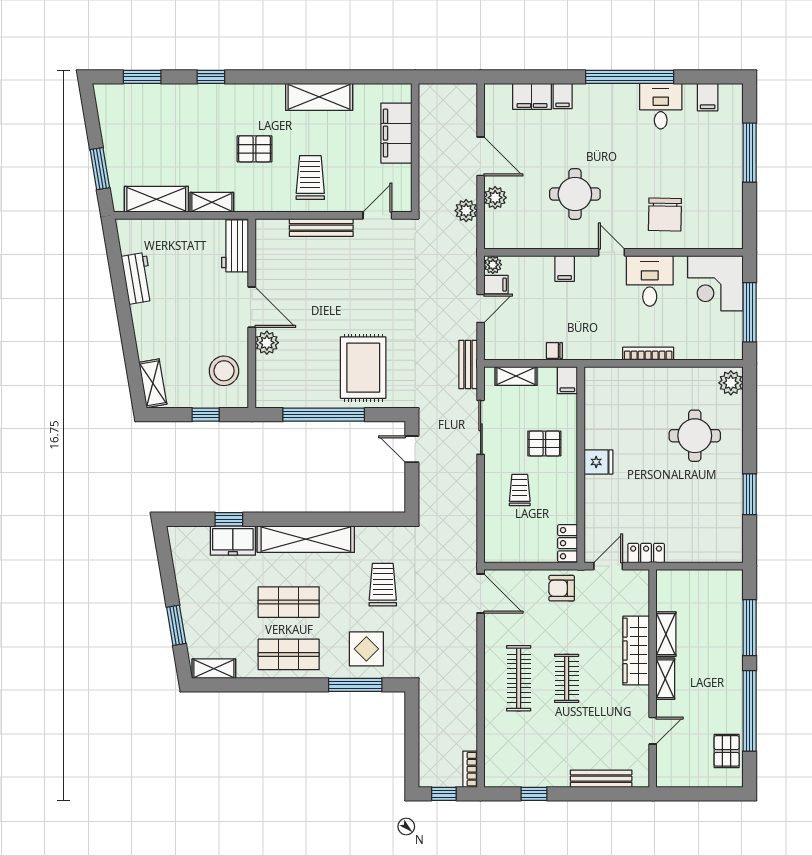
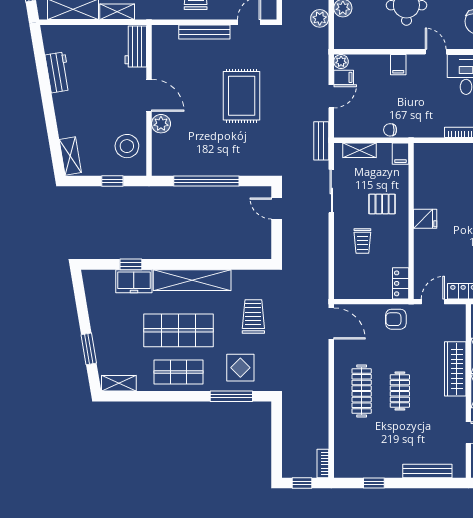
rug: (363, 368) -> (242, 96), moved
trolley: (520, 490) -> (362, 241), turned 180
shop shelf: (289, 602) -> (178, 330), width x1.43, depth x1.36

